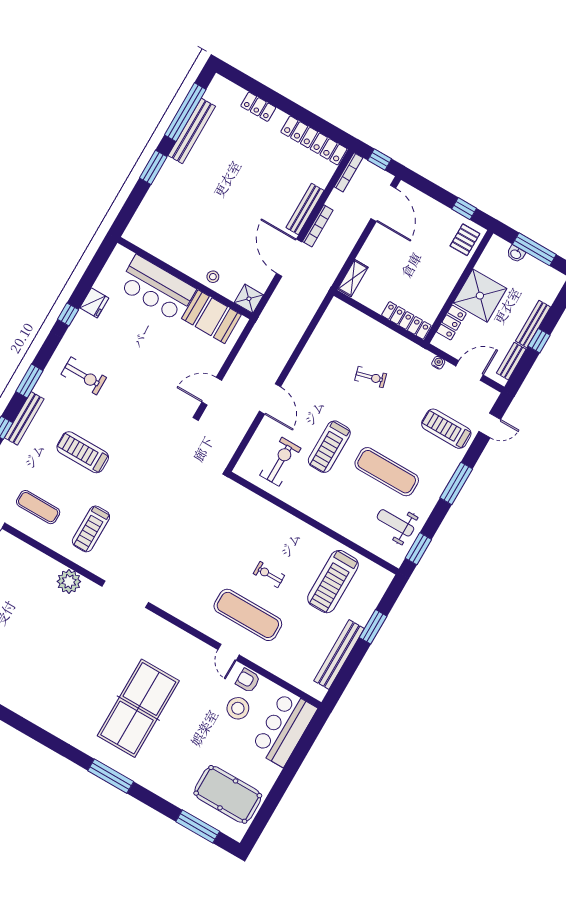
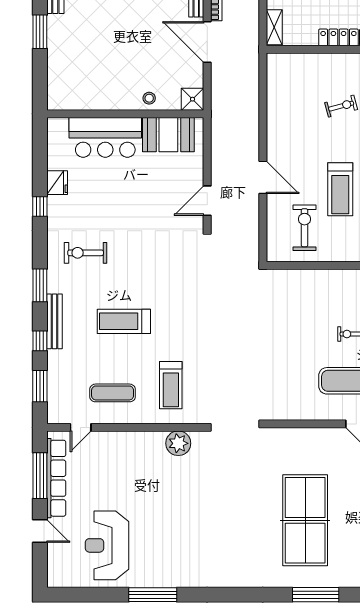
exercise bike: (84, 376) -> (86, 253), turned 180

